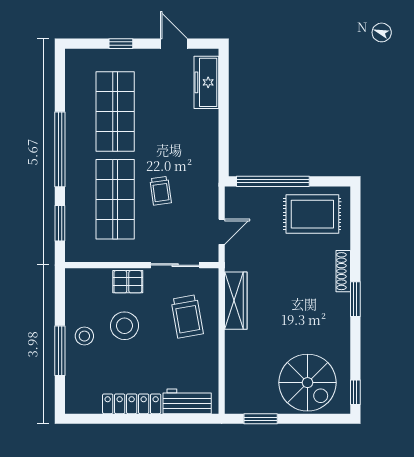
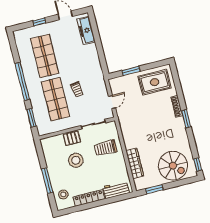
window: (273, 181) -> (131, 71), width x0.47
wardrobe: (236, 301) -> (135, 163), moved
trolley: (187, 316) -> (106, 148), turned 100
stool: (84, 336) -> (63, 194), moved

